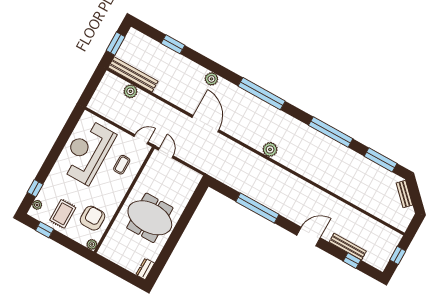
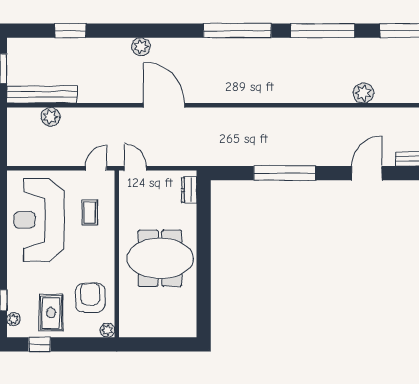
window: (262, 94) -> (237, 31), moved
plant: (270, 149) -> (363, 93), moved
dresser: (145, 269) -> (189, 190), moved

